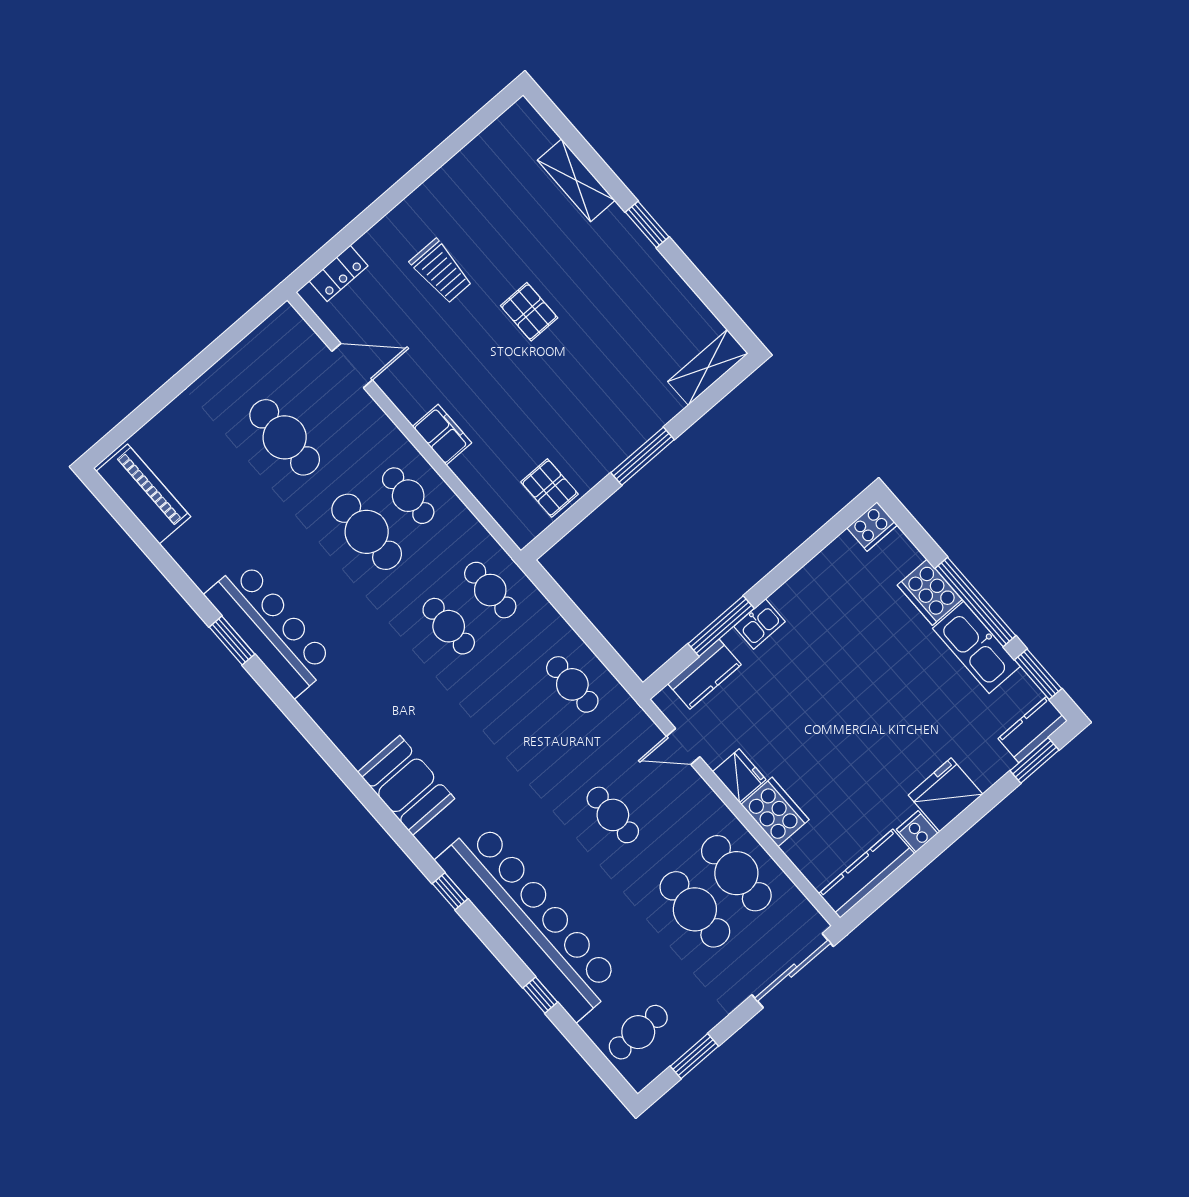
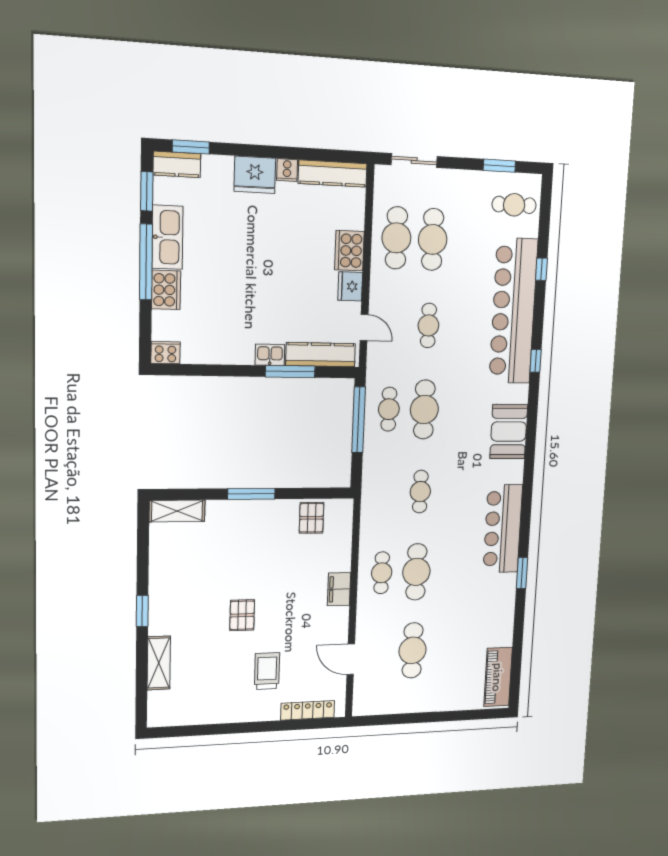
locker: (339, 273) -> (308, 710), width x1.53
cafe table: (490, 590) -> (424, 409), moved, width x1.37, depth x1.35
bar counter: (270, 629) -> (503, 529), moved
window: (596, 642) -> (359, 420), added
kitchen counter: (704, 674) -> (321, 355), width x1.50
sliding door: (793, 971) -> (414, 161), width x0.73

